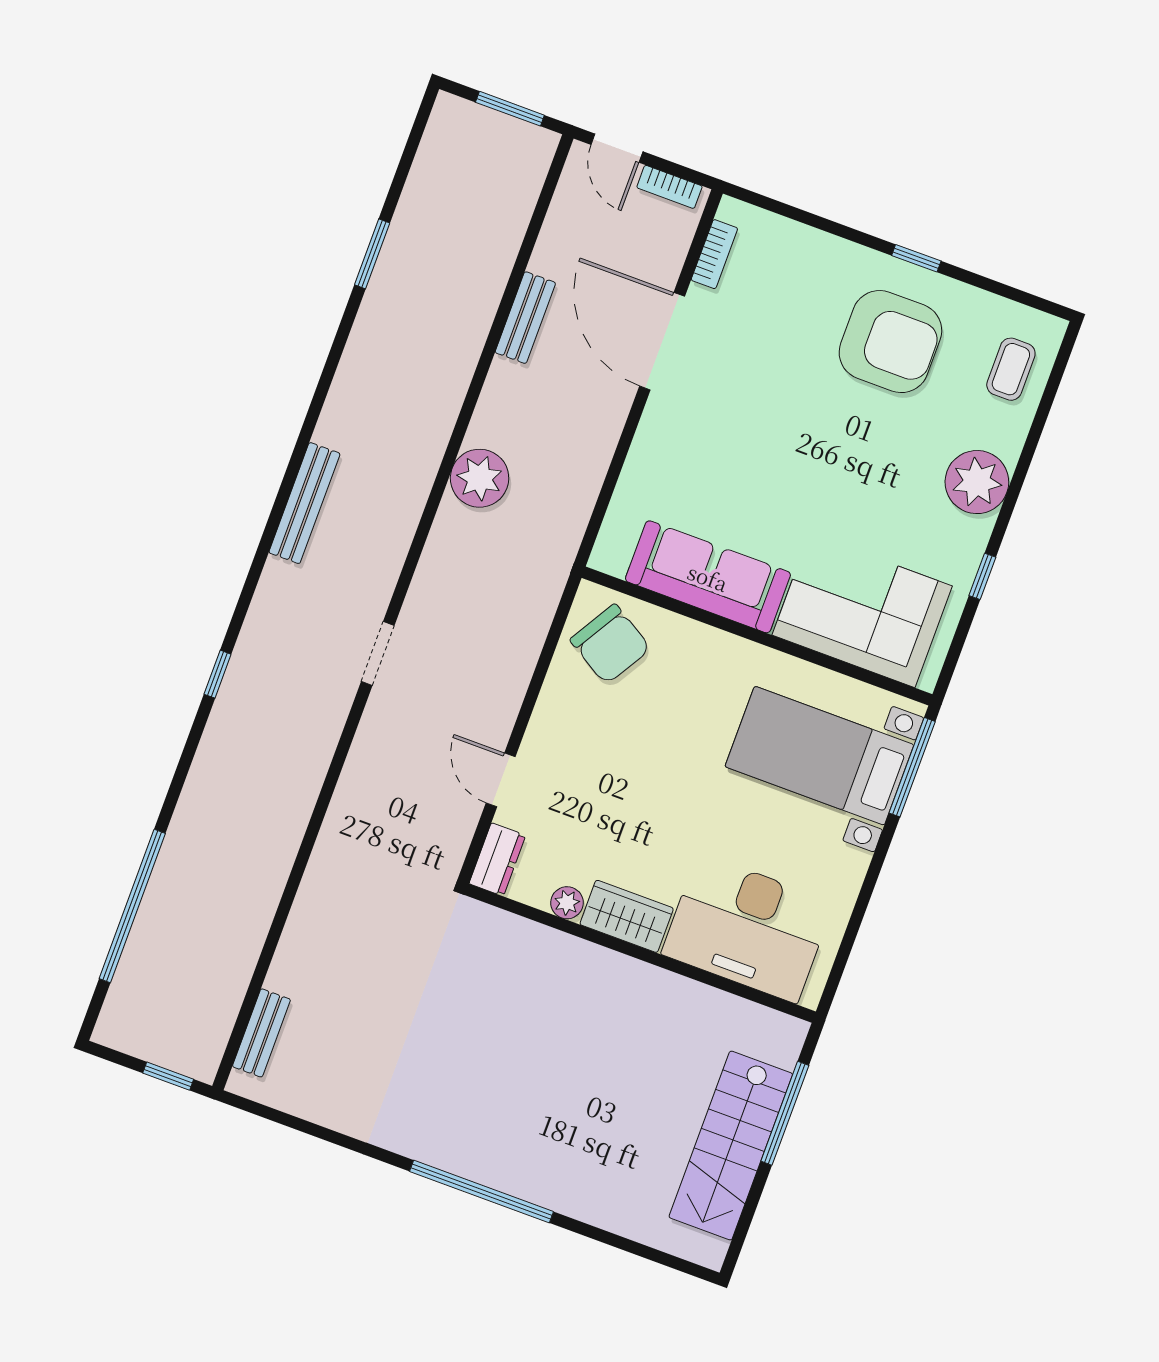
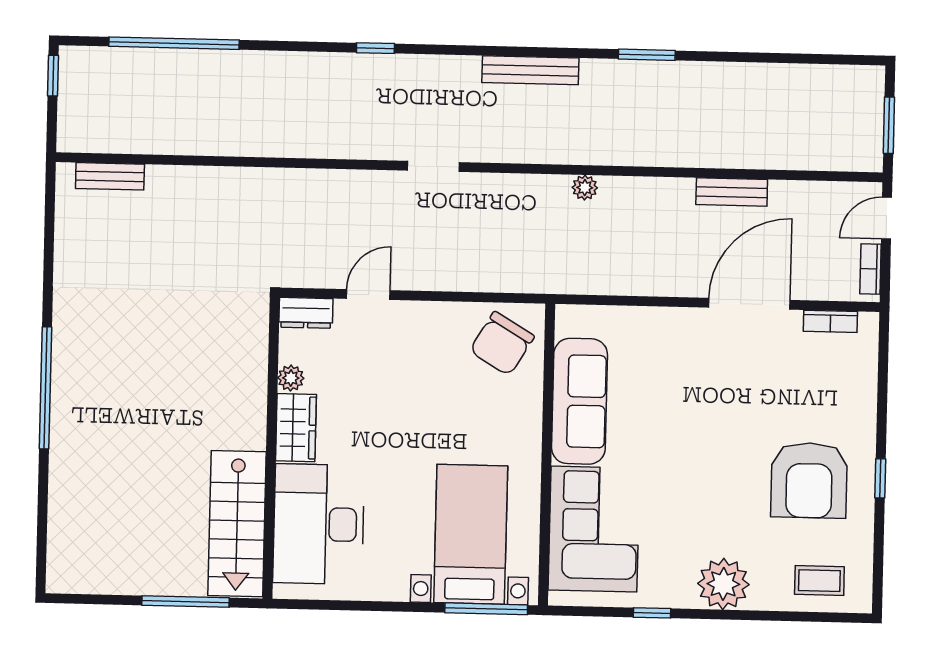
window: (372, 254) -> (647, 55), moved
plant: (480, 478) -> (585, 188), width x0.53, depth x0.53
window: (168, 1076) -> (53, 76), moved
stairs: (731, 1145) -> (237, 524), moved, turned -90

